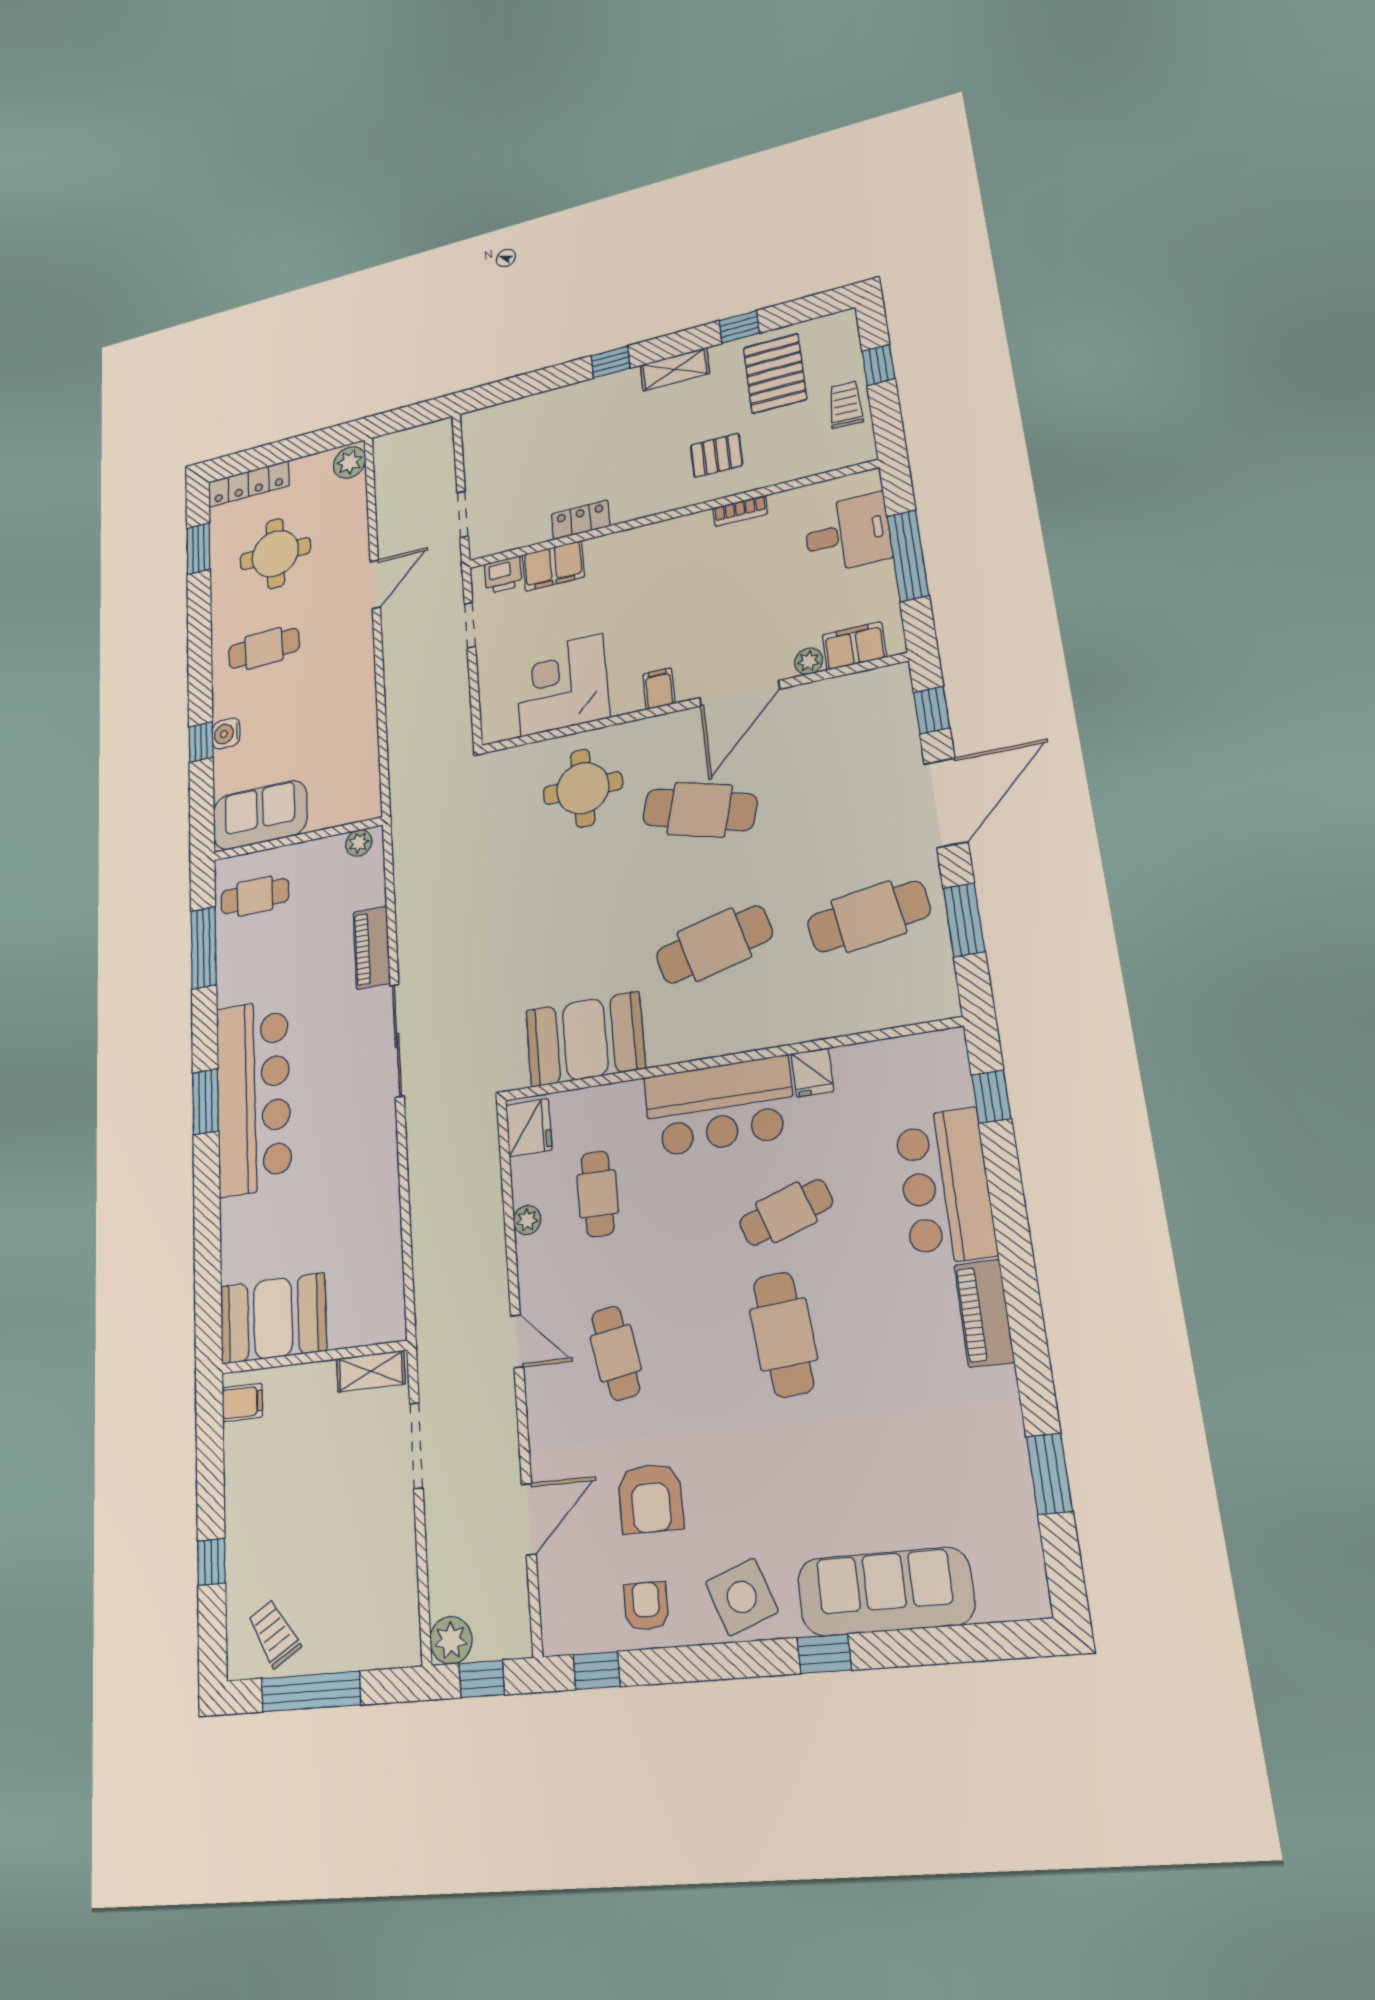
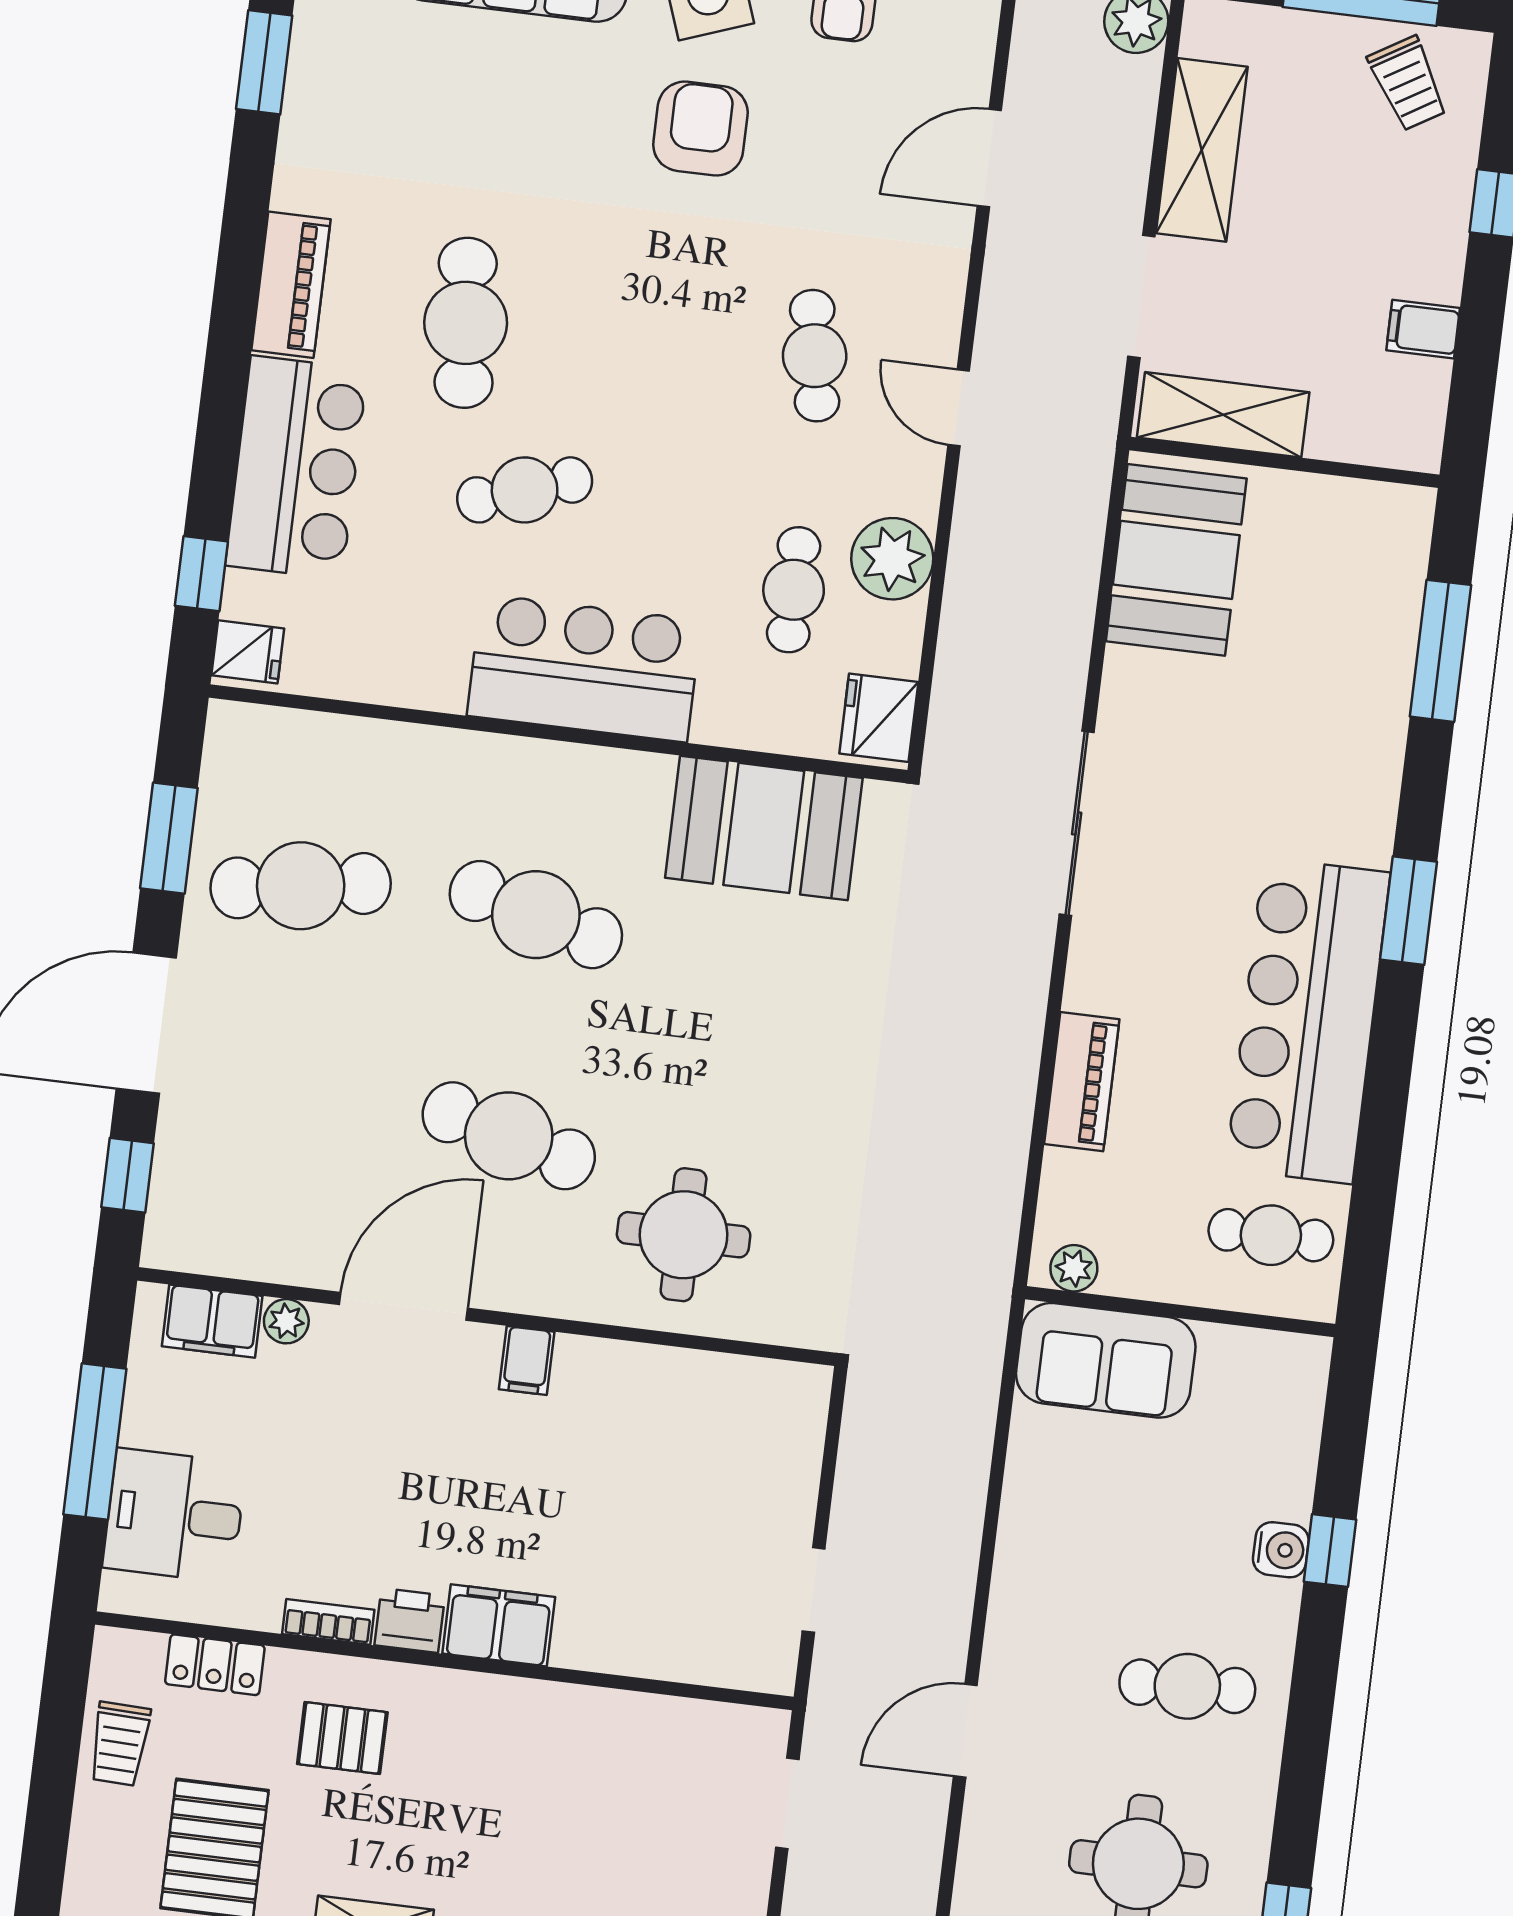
window: (878, 365) -> (52, 1794), removed
locker: (581, 520) -> (215, 1665), moved
filing cabinet: (553, 566) -> (499, 1625), moved
printer: (503, 575) -> (410, 1620), moved
corner desk: (562, 685) -> (681, 1425), removed
sofa: (260, 815) -> (1106, 1360), moved
cafe table: (714, 945) -> (536, 915), turned 30
window: (204, 948) -> (1440, 651), moved
sliding door: (397, 1040) -> (1077, 823), moved
fridge: (812, 1073) -> (248, 652), moved, turned 90
bar counter: (253, 1096) -> (1308, 1021), moved
plant: (527, 1220) -> (892, 559), width x1.87, depth x1.87
booth: (273, 1318) -> (1176, 560), moved, turned 90
cafe table: (783, 1334) -> (466, 323), moved
shelving: (371, 1371) -> (1223, 415), width x1.50, depth x1.33
filing cabinet: (242, 1402) -> (1423, 329), moved
armchair: (651, 1498) -> (700, 129), moved
shelving: (395, 1557) -> (1202, 150), added

